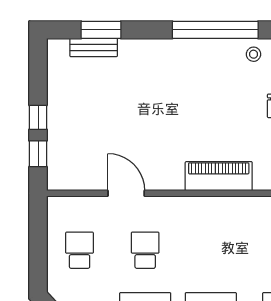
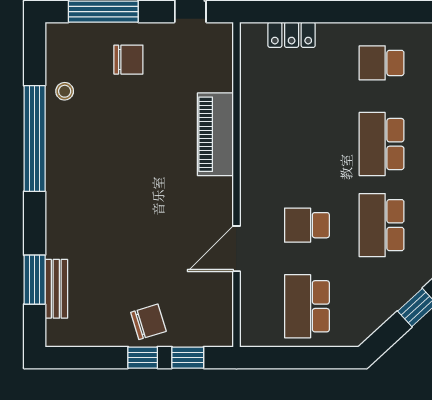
chair: (67, 122) -> (148, 322), added
school desk: (80, 250) -> (307, 306), width x1.85

